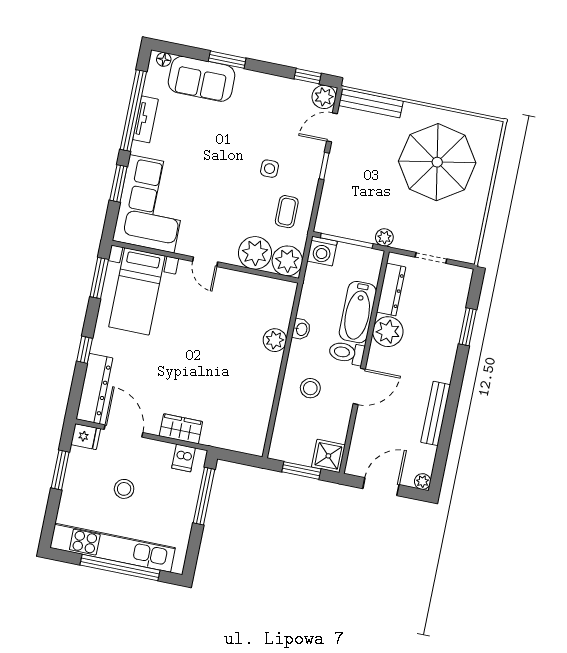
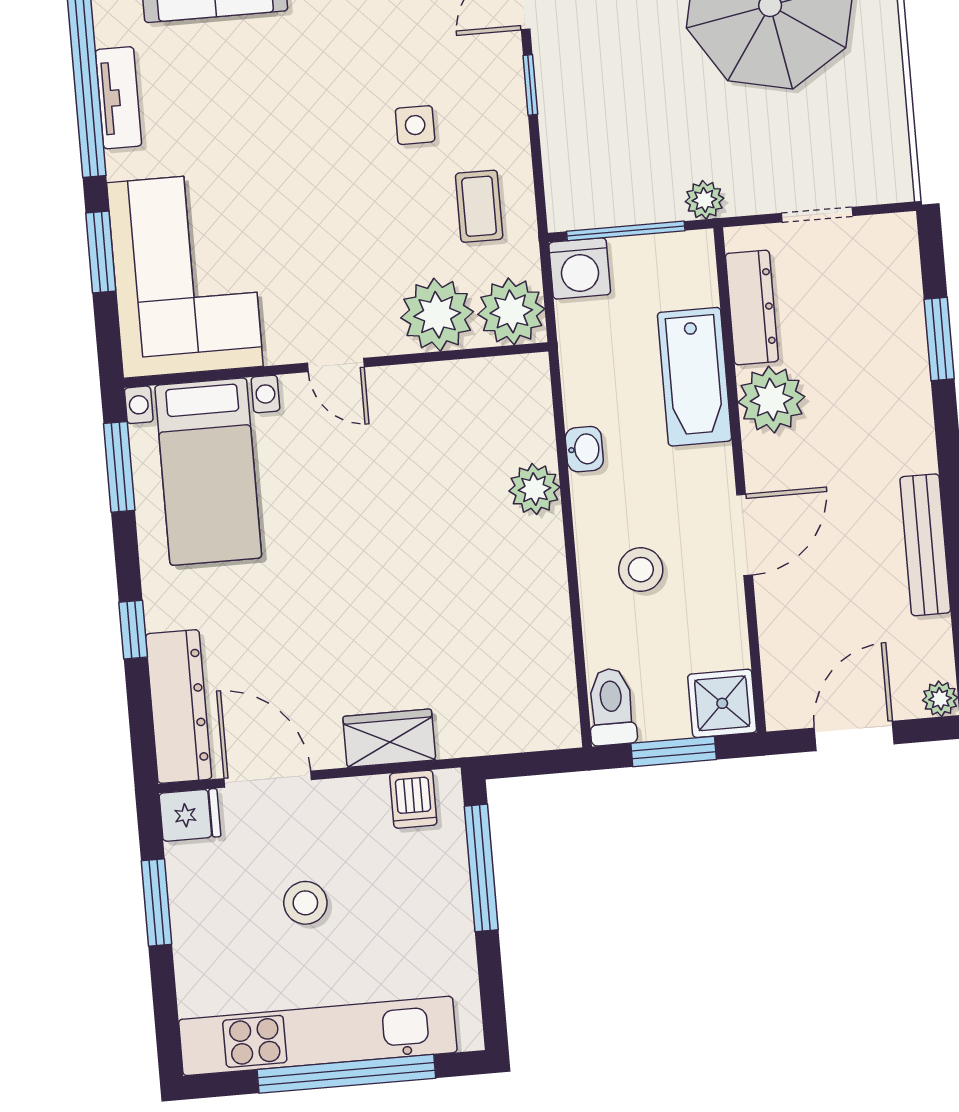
toilet: (347, 353) -> (612, 707), moved, turned 90

